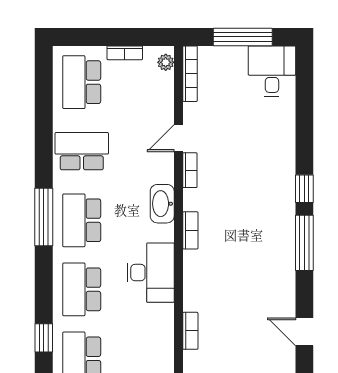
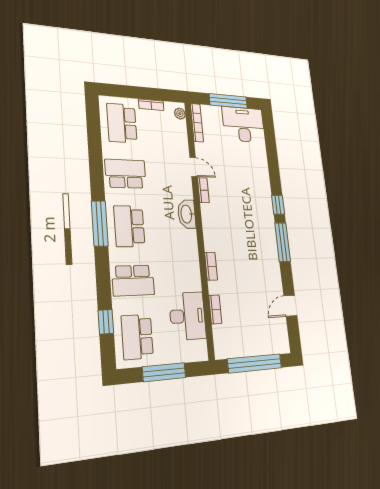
desk: (272, 71) -> (244, 125), width x1.37
door: (178, 138) -> (193, 167), swing flipped
bookcase: (190, 230) -> (211, 266), moved
desk: (151, 273) -> (188, 316), moved
school desk: (82, 289) -> (133, 281), turned -90
door: (304, 332) -> (290, 306), hinge flipped

